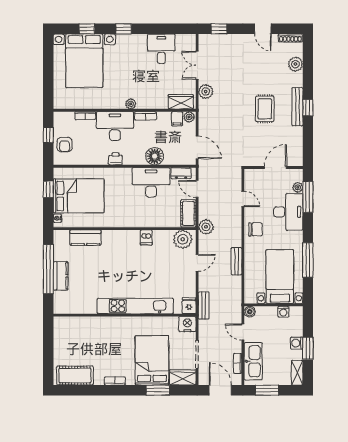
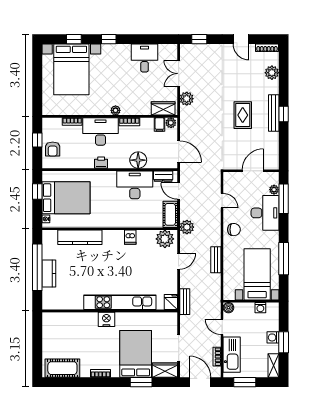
kitchen counter: (85, 238) -> (80, 237), width x1.50
nightstand: (187, 324) -> (106, 319), moved

